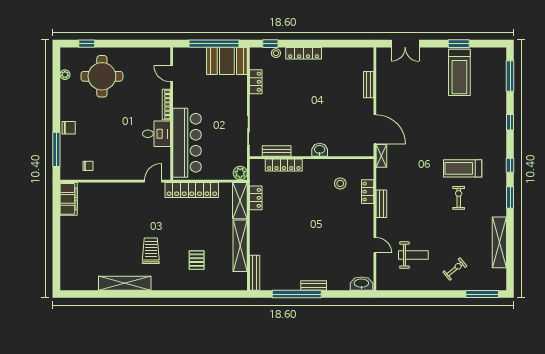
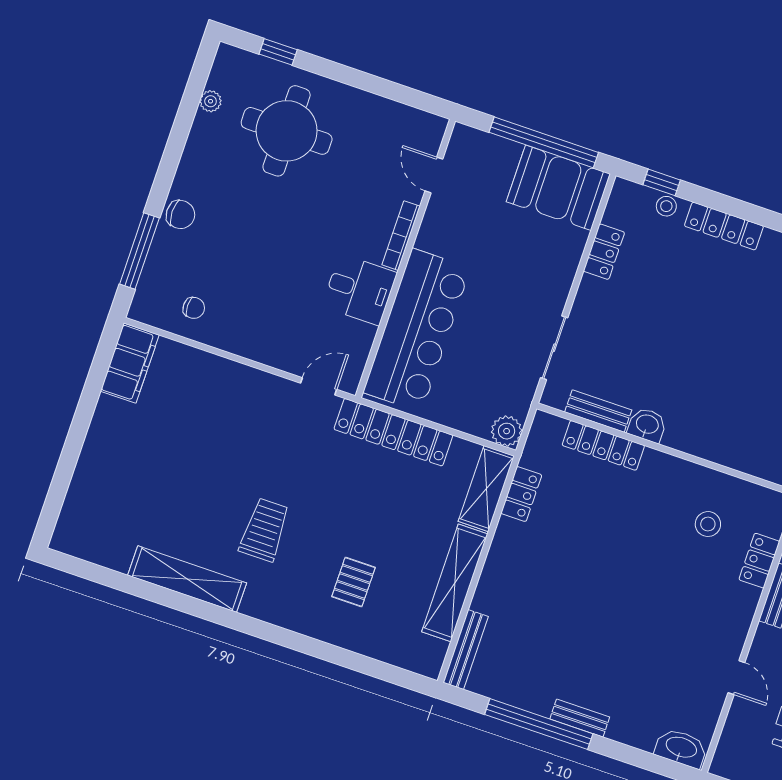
washbasin: (320, 150) -> (647, 425), moved

